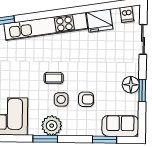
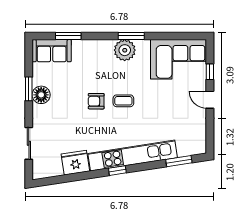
window: (60, 13) -> (117, 171), added
dishwasher: (127, 14) -> (46, 170), removed
side table: (61, 99) -> (115, 78), removed
armchair: (86, 99) -> (96, 101), moved

